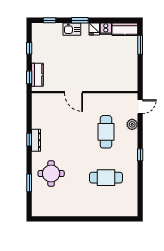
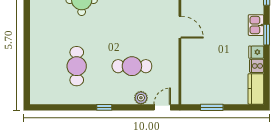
window: (140, 45) -> (212, 107), moved
door: (74, 92) -> (180, 27), swing flipped
door: (140, 107) -> (162, 107), swing flipped

